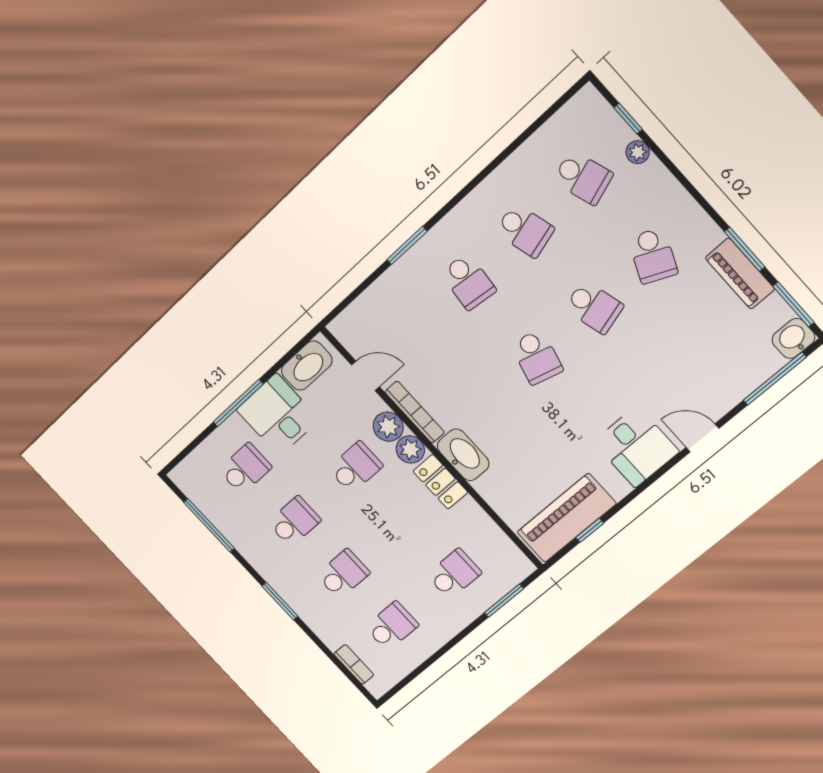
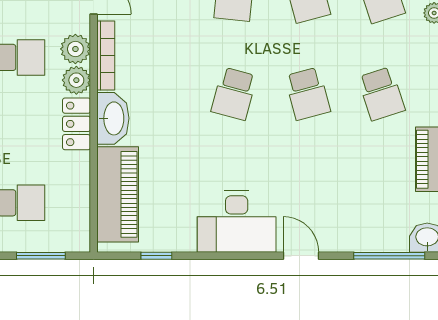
school desk: (653, 256) -> (381, 94), turned -42
desk: (636, 447) -> (237, 222), width x1.37
piano: (566, 518) -> (118, 194), moved, turned 90

